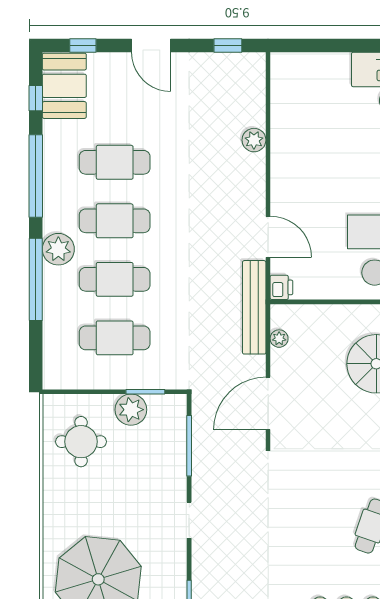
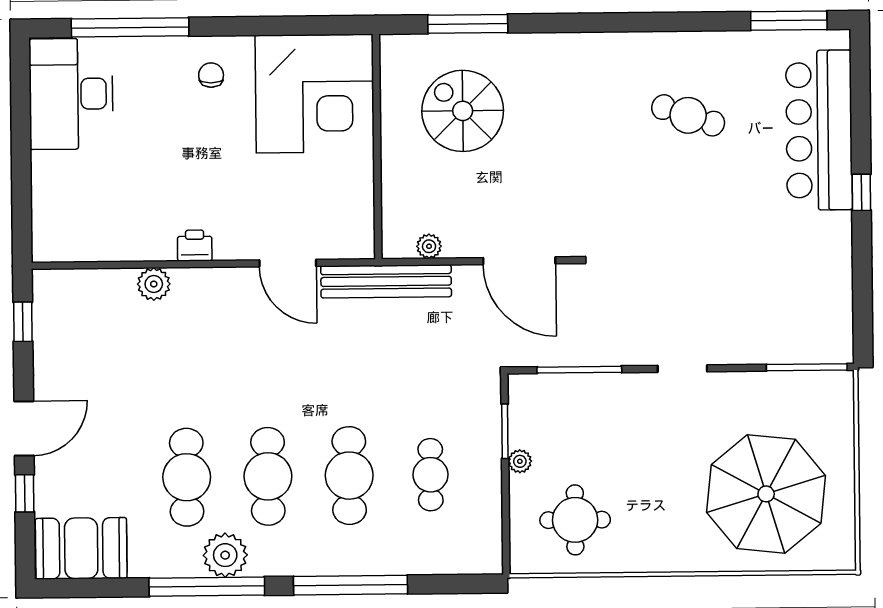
window: (83, 46) -> (25, 493), moved
window: (36, 98) -> (99, 588), removed
door: (268, 237) -> (288, 263), swing flipped
plant: (58, 249) -> (225, 555), moved
printer: (281, 287) -> (195, 246), moved
cafe table: (115, 338) -> (430, 475), width x0.73, depth x0.74
plant: (131, 410) -> (520, 461), width x0.53, depth x0.53

